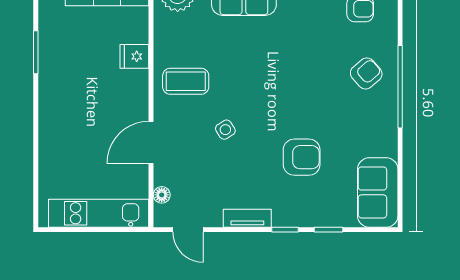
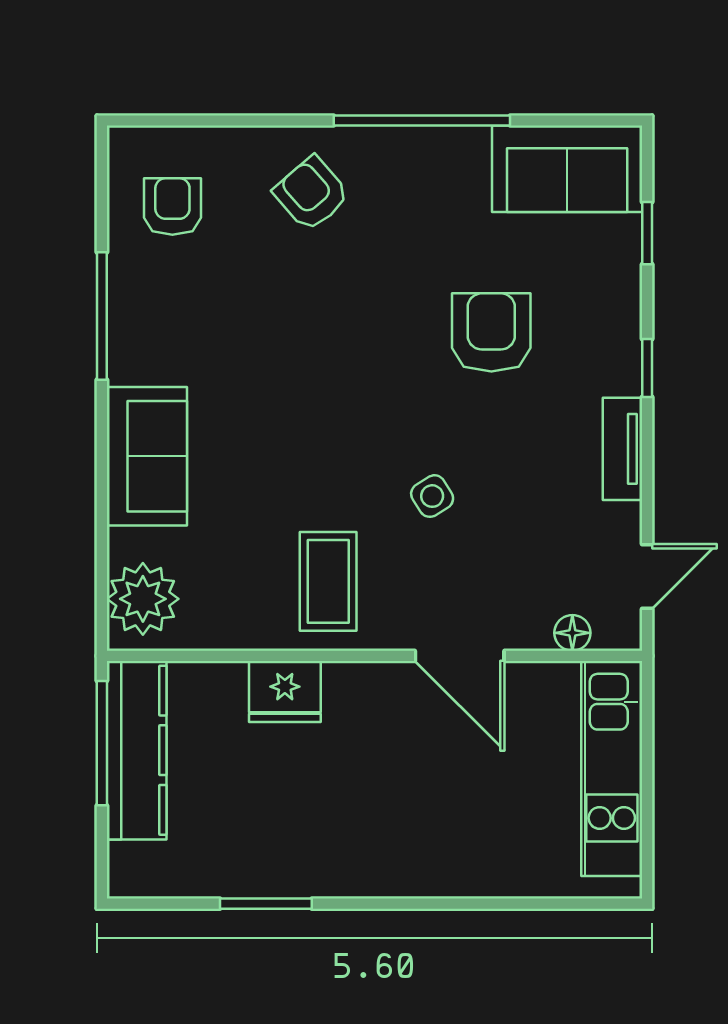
fridge: (134, 56) -> (285, 691), width x1.38
window: (400, 87) -> (422, 121), moved
window: (329, 230) -> (647, 233), moved

